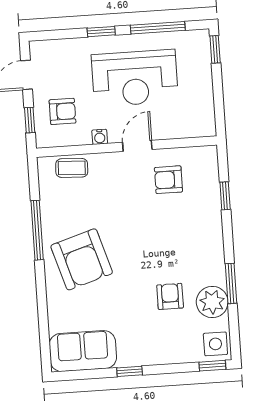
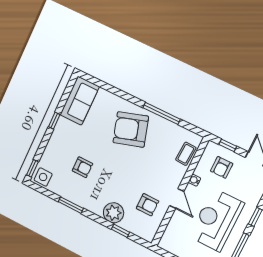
armchair: (168, 180) -> (148, 205), turned 90
plant: (212, 302) -> (113, 213), moved

